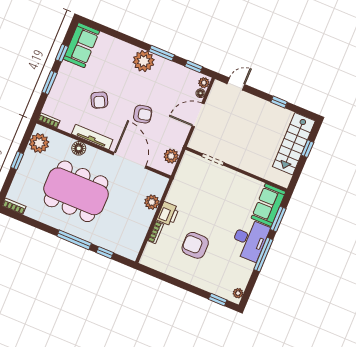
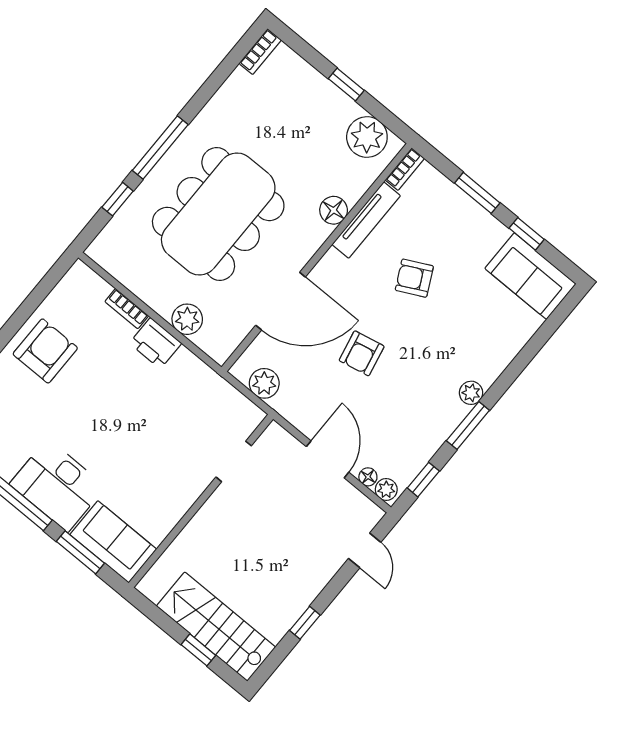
plant: (144, 61) -> (471, 393), width x0.53, depth x0.53
tv unit: (92, 137) -> (366, 220), moved
dining table: (76, 191) -> (218, 214), moved
armchair: (195, 245) -> (45, 351), moved

